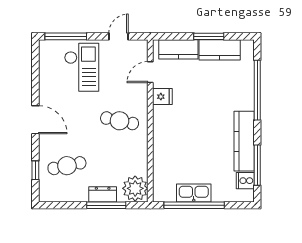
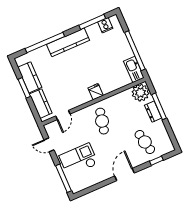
door: (150, 72) -> (63, 115), hinge flipped
fridge: (162, 97) -> (96, 92), moved
kitchen counter: (244, 141) -> (68, 42), moved
kitchen sink: (194, 193) -> (134, 69), moved

